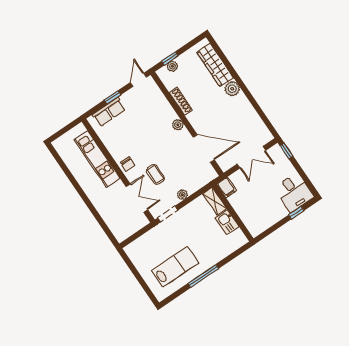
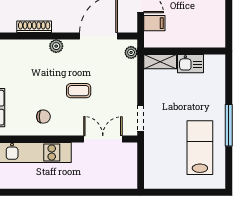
chair: (128, 164) -> (43, 117), moved
coffee table: (155, 174) -> (79, 91), moved
filing cabinet: (227, 187) -> (154, 23), moved
plant: (182, 195) -> (131, 52), moved

